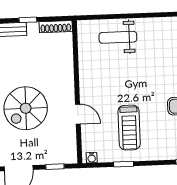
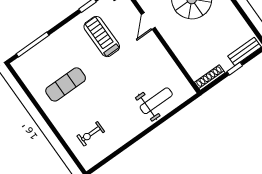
door: (78, 114) -> (148, 21), hinge flipped

